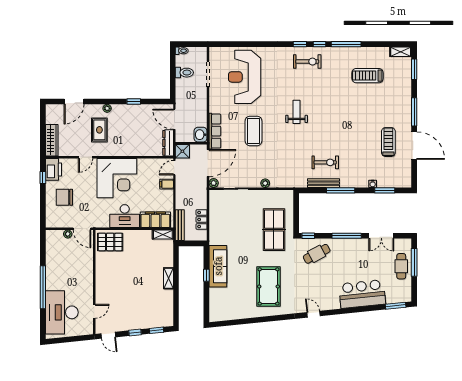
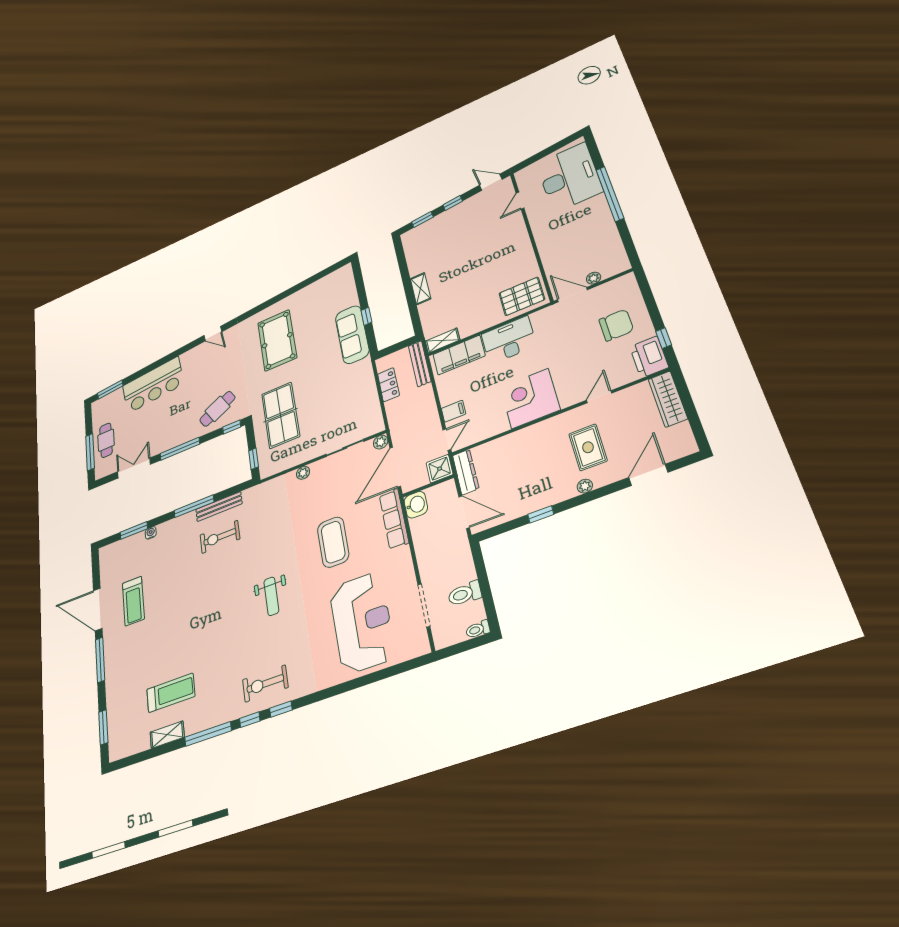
shelving: (401, 52) -> (167, 735), moved
corner desk: (117, 178) -> (530, 398), width x0.74, depth x0.74
window: (296, 207) -> (254, 459), added

